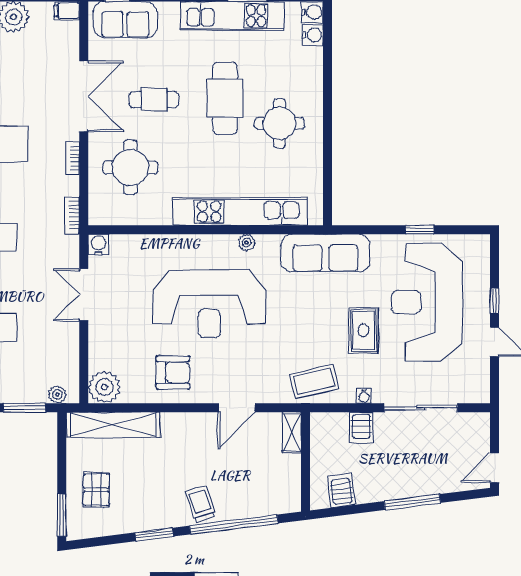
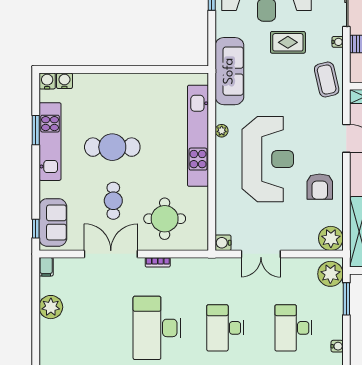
round table: (279, 123) -> (131, 106), removed
bookcase: (72, 215) -> (201, 263), removed
armchair: (173, 372) -> (320, 187), turned 180
plant: (57, 394) -> (330, 274), width x1.87, depth x1.87

